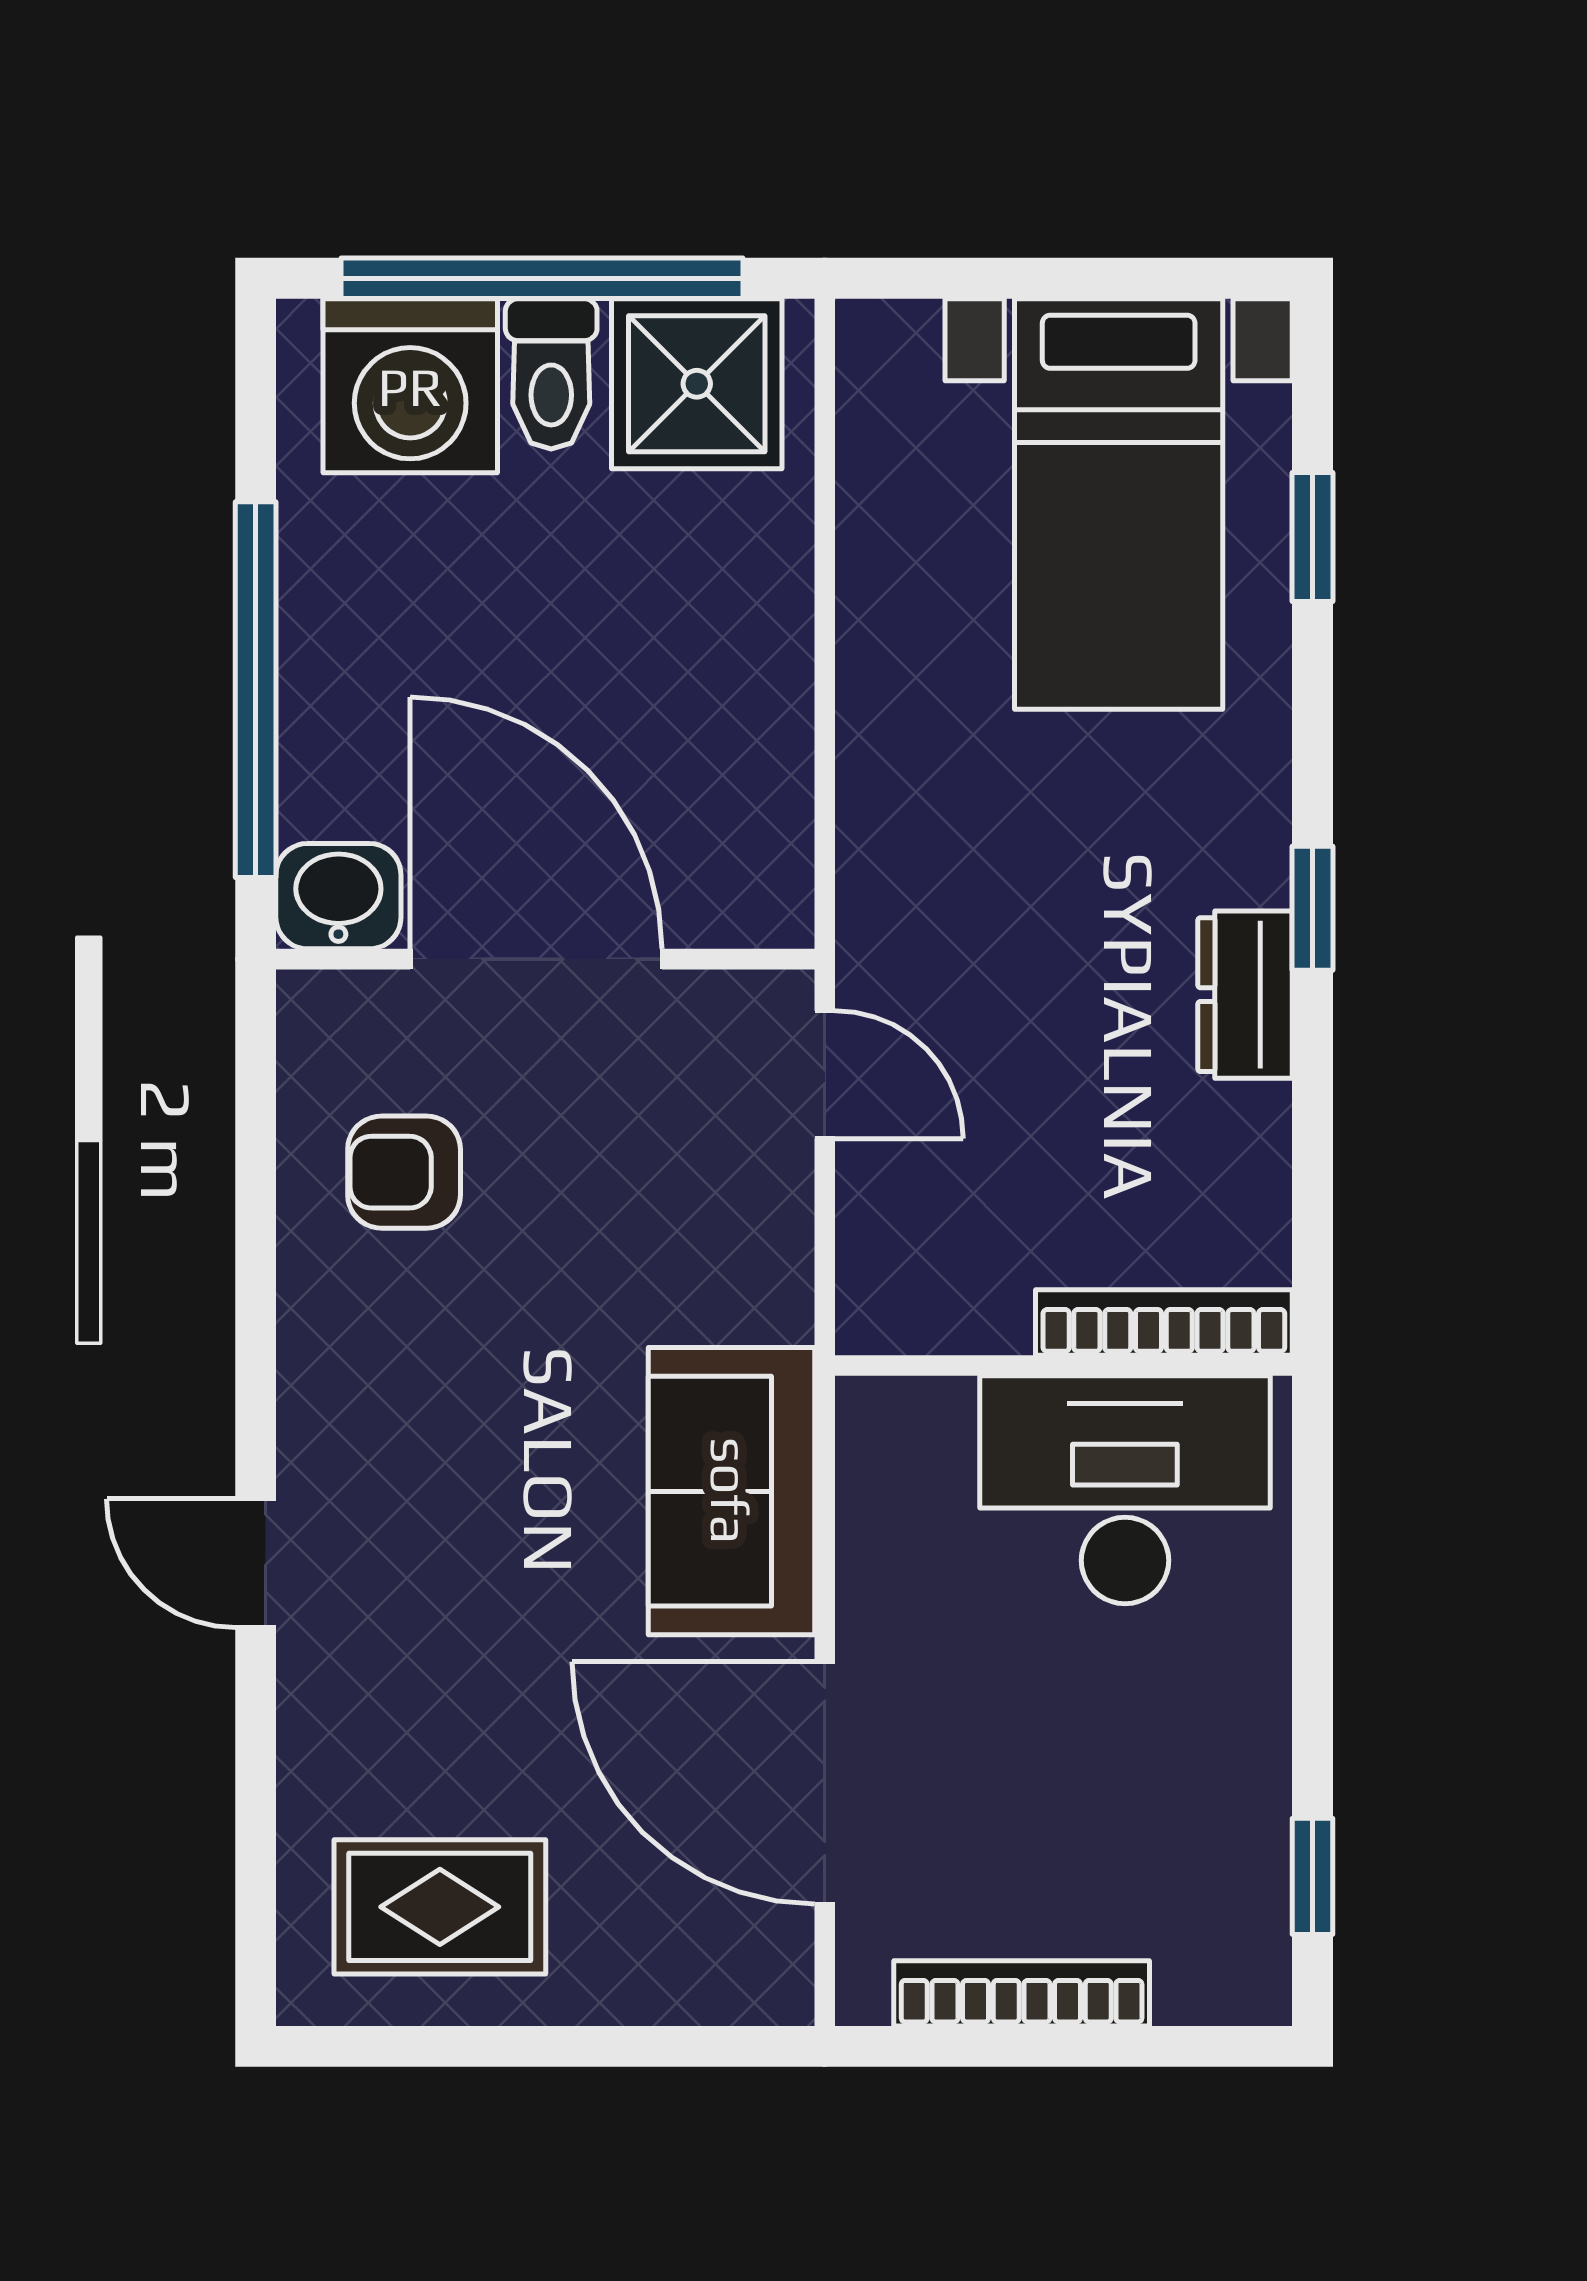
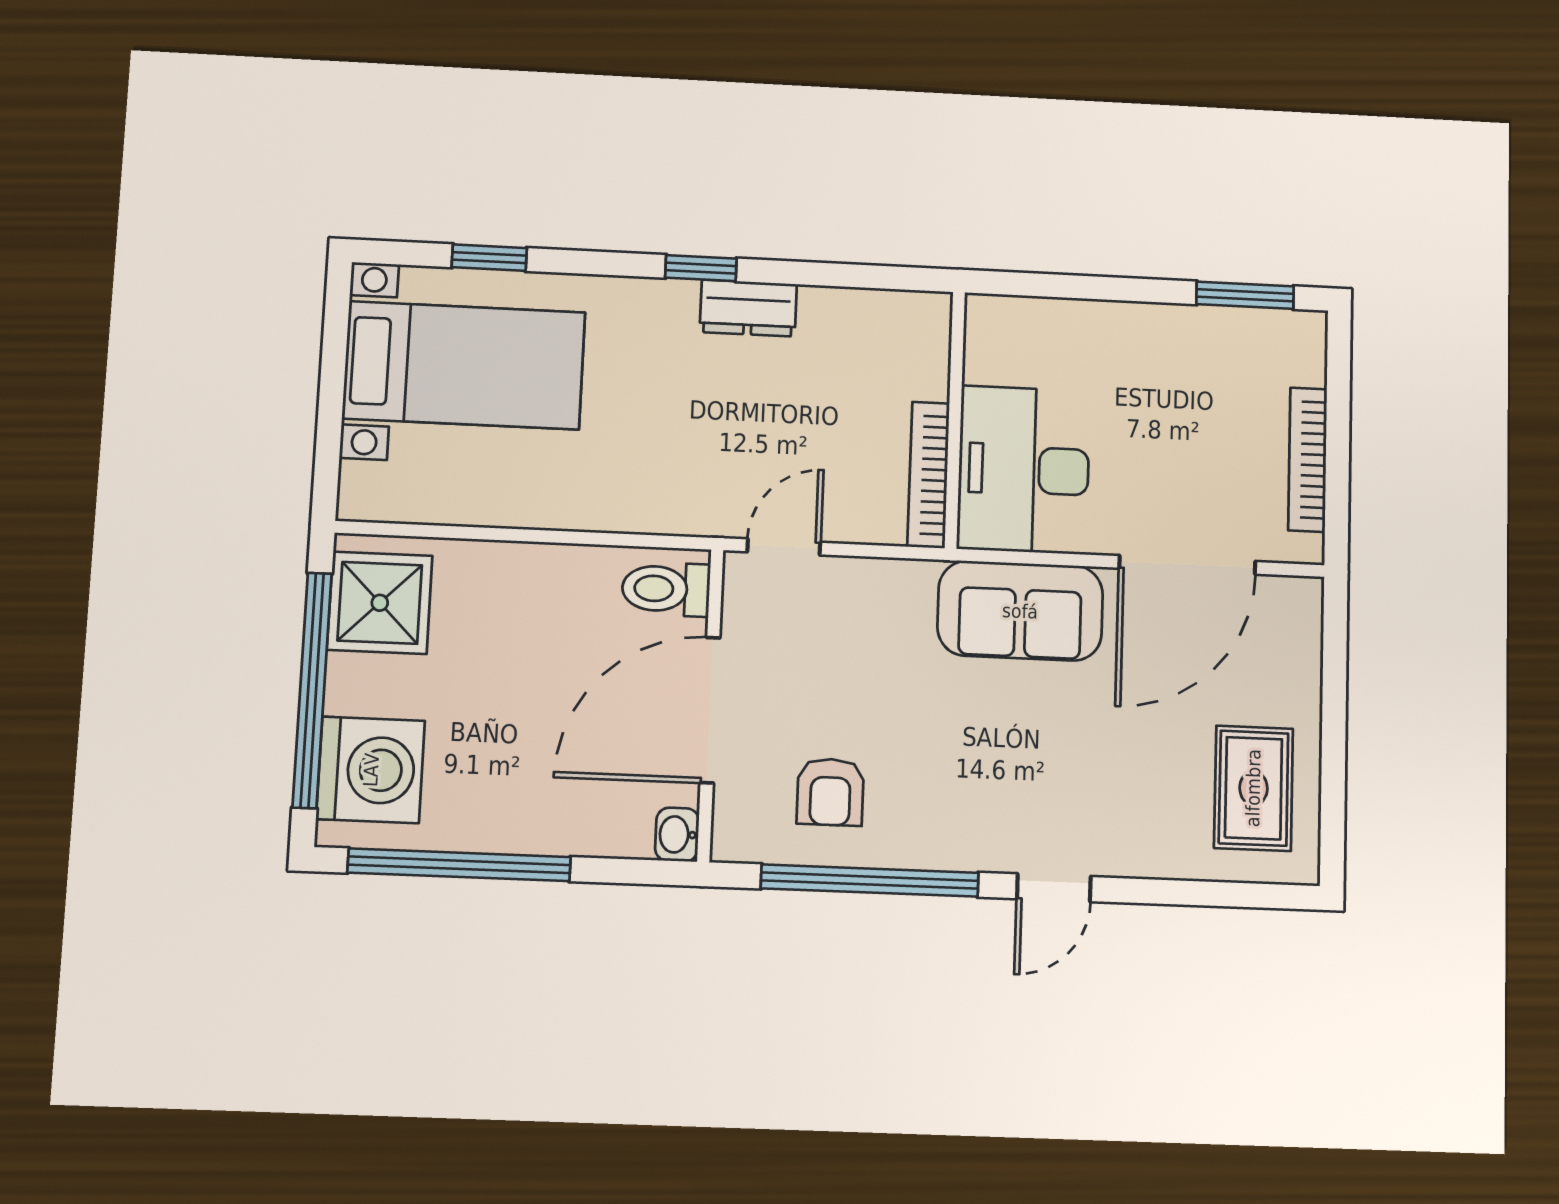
toilet: (551, 374) -> (666, 589), moved, turned 180
window: (256, 690) -> (459, 865), moved
washbasin: (338, 896) -> (677, 835), width x0.72, depth x0.69
window: (256, 1246) -> (870, 881), added
bookcase: (1164, 1323) -> (928, 475), moved
desk: (1125, 1490) -> (1024, 470), moved
window: (1312, 1876) -> (1245, 295), width x1.50

